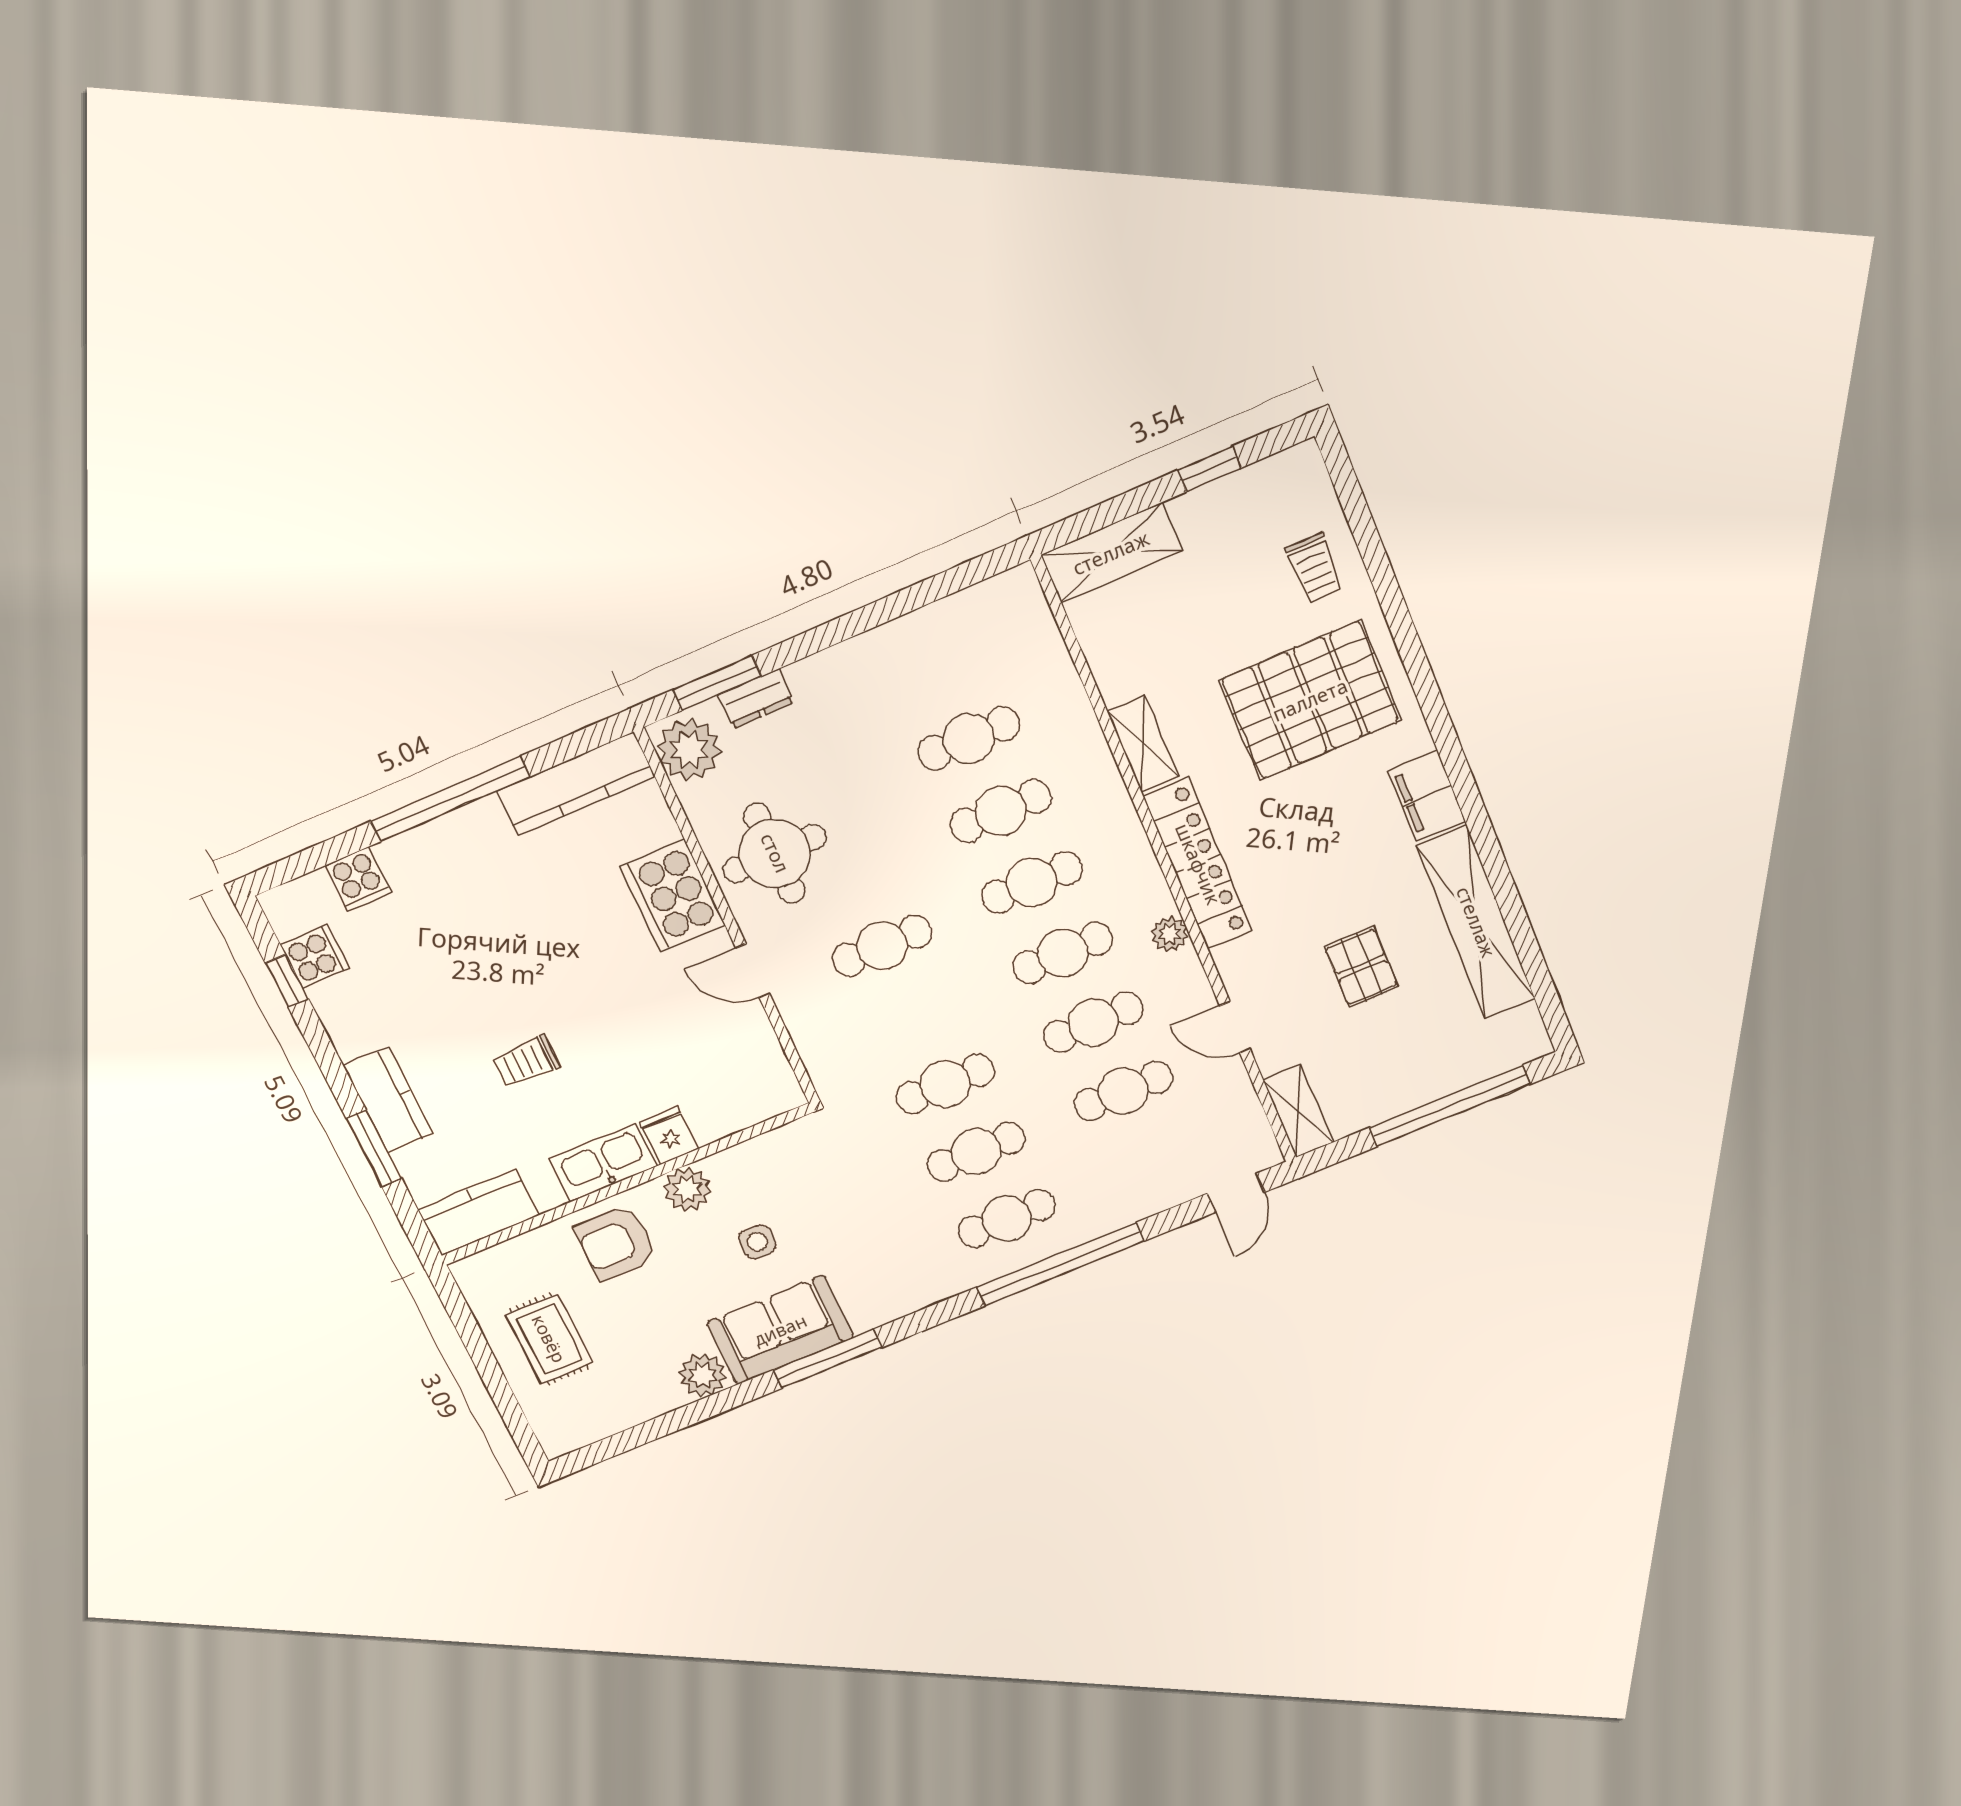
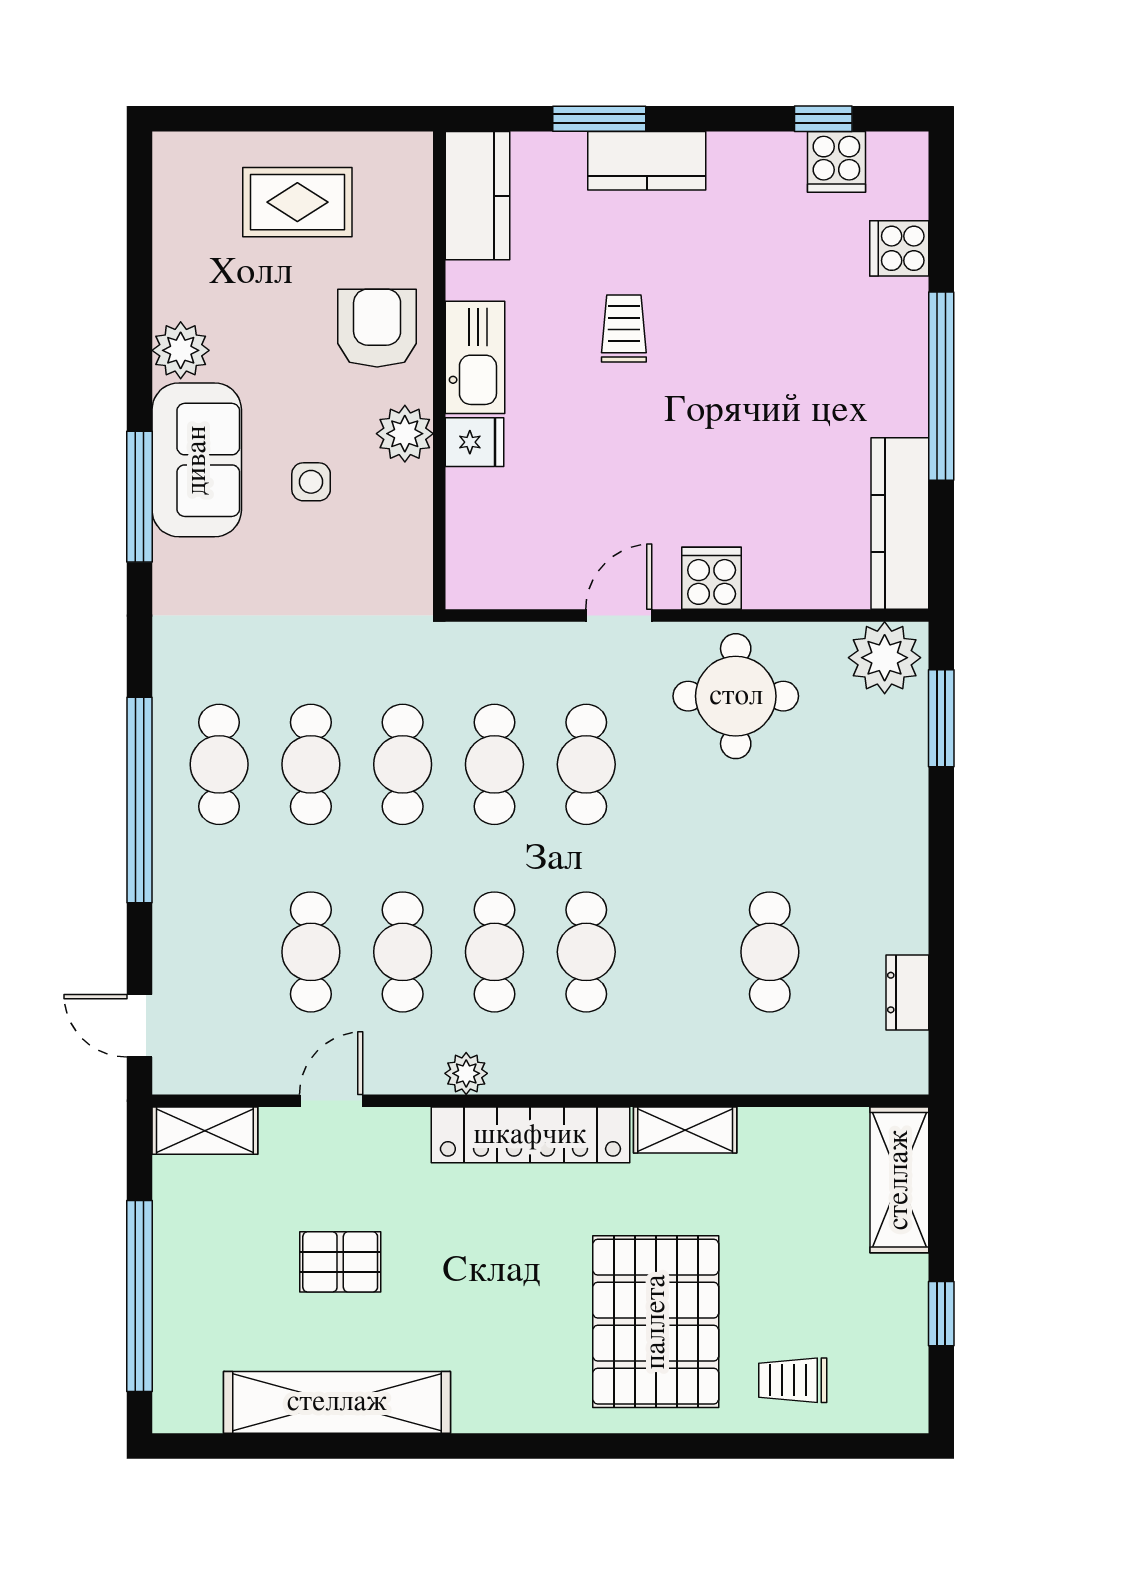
dresser: (756, 699) -> (907, 993), moved
filing cabinet: (1427, 796) -> (500, 1403), removed
cafe table: (1000, 811) -> (494, 764), moved
cooker: (672, 895) -> (712, 578), width x0.53, depth x0.76

